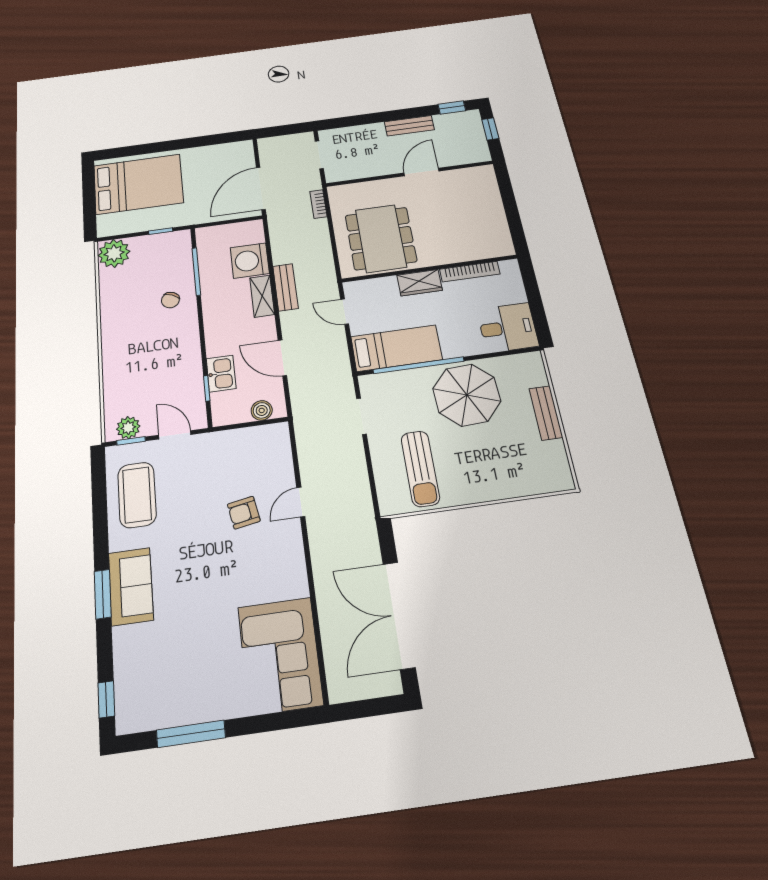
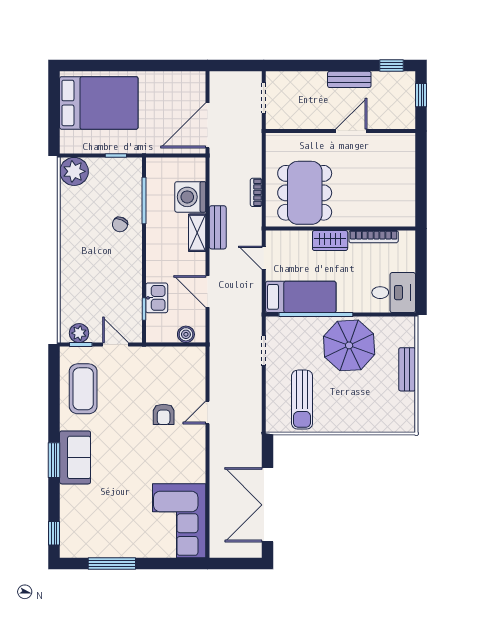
bookcase: (318, 204) -> (256, 192), moved
armchair: (244, 513) -> (164, 414), turned -80

